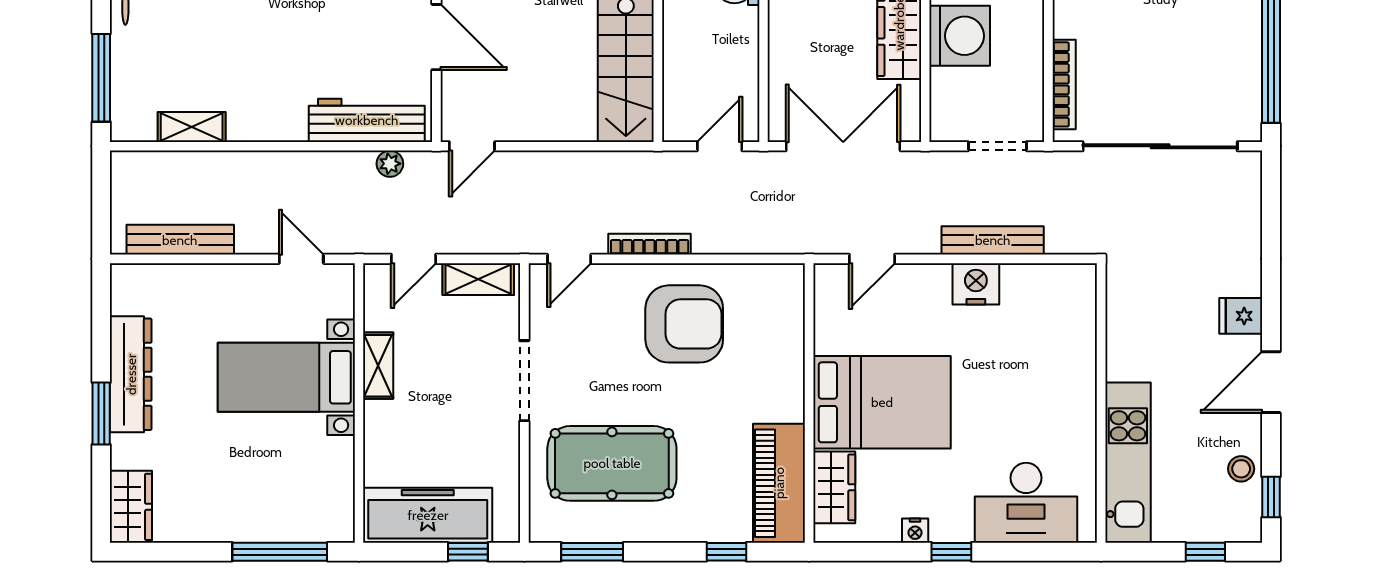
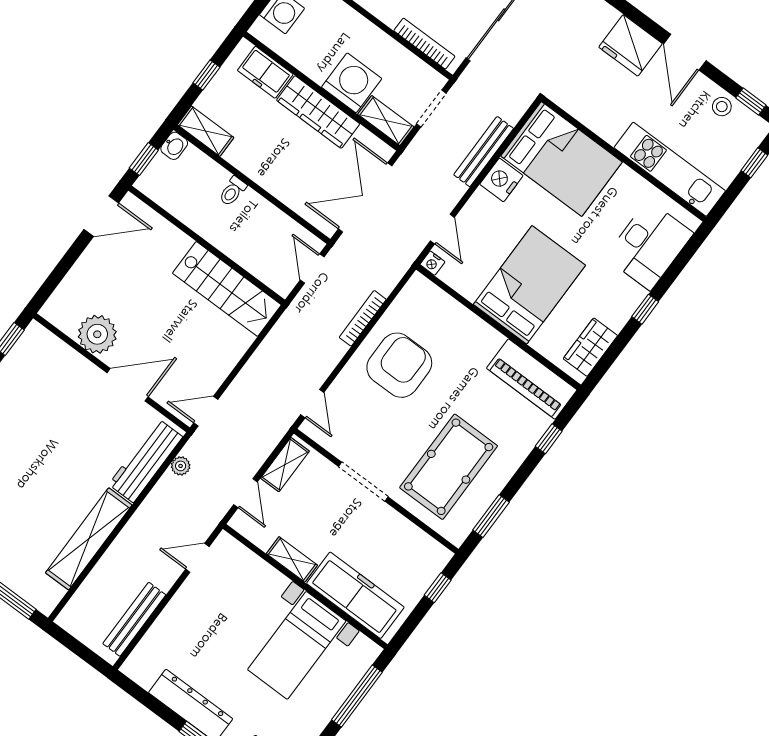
shelving: (946, 105) -> (386, 121), added
shelving: (192, 127) -> (89, 539), width x2.20, depth x1.33
door: (472, 146) -> (206, 411), swing flipped
bookcase: (650, 244) -> (363, 318), moved
fridge: (1241, 316) -> (631, 45), width x1.88, depth x1.34
bed: (1049, 333) -> (562, 159), added
bed with nightstands: (286, 377) -> (297, 645), moved
wardrobe: (834, 487) -> (590, 347), moved, turned -90
freezer: (428, 515) -> (355, 595), moved, turned 90
nightstand: (915, 531) -> (432, 263), moved, turned 90

